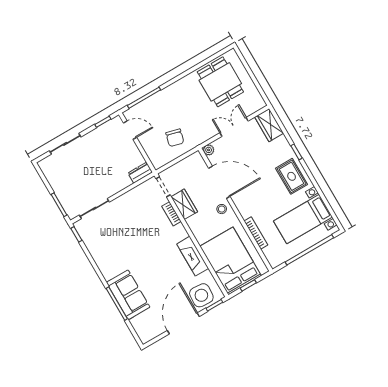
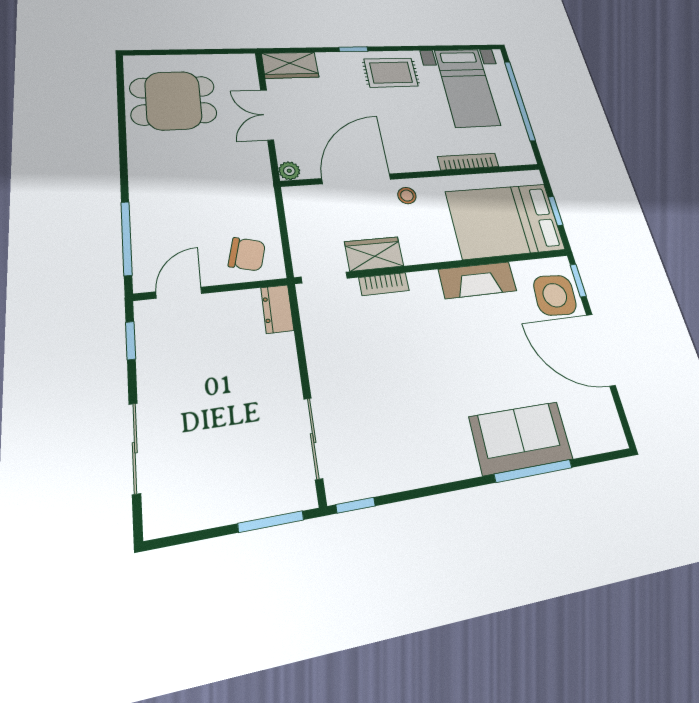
chair: (175, 138) -> (247, 254), moved

